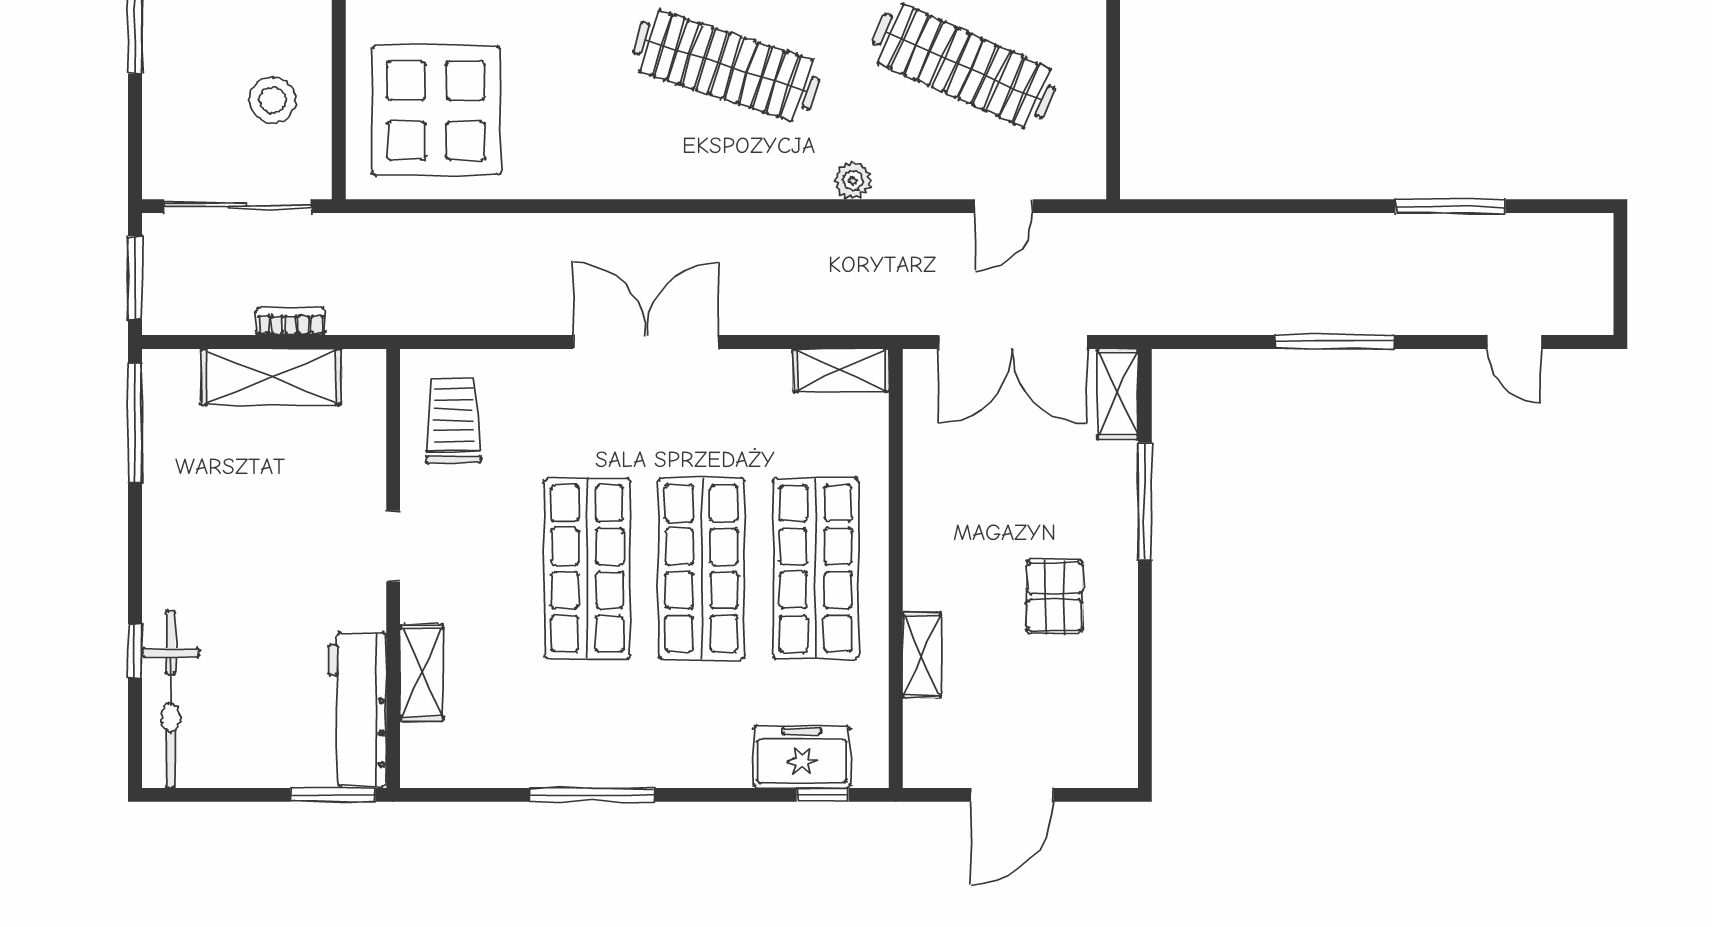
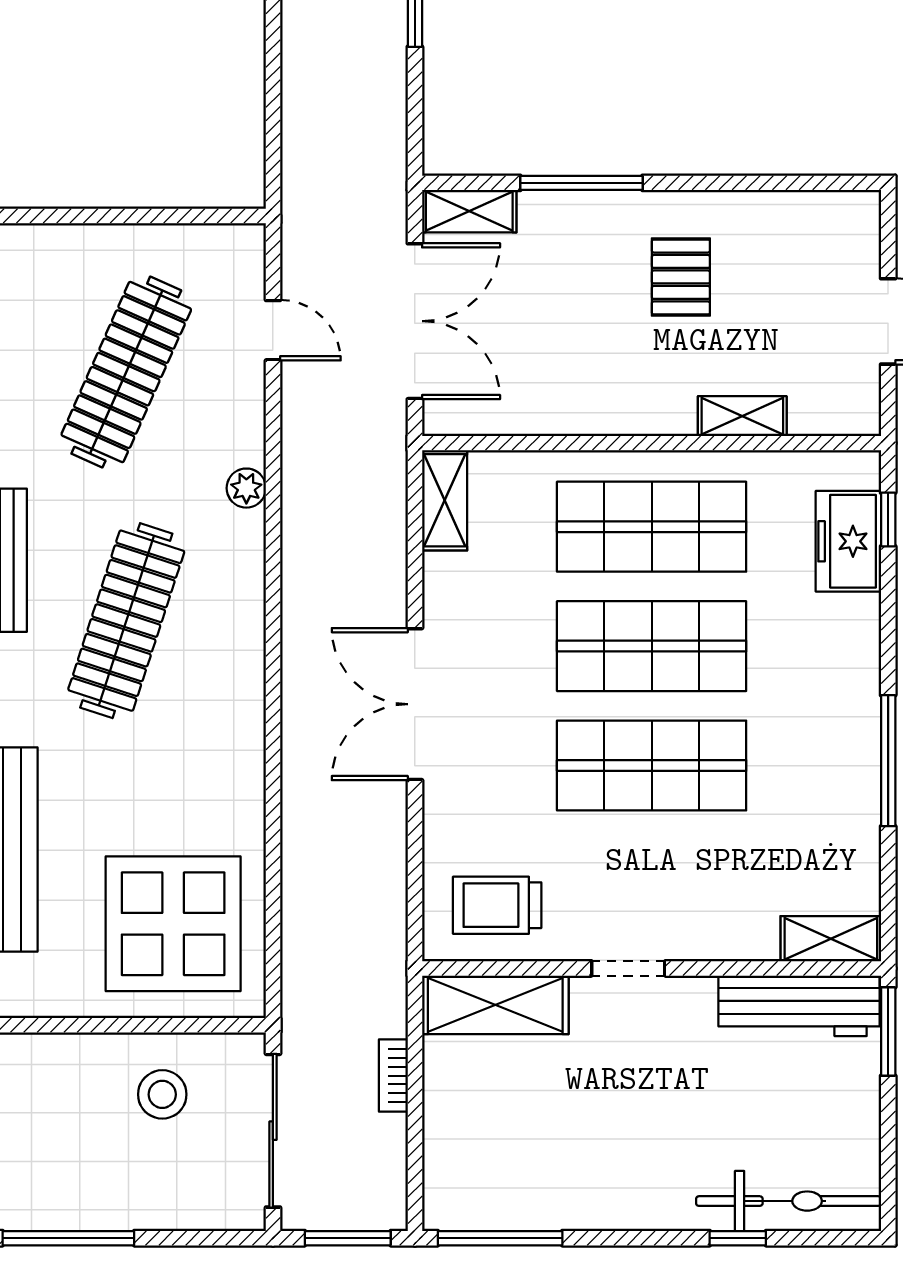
shelving: (271, 377) -> (495, 1005), moved, turned 90
pallet: (1055, 596) -> (681, 277), turned 90
shelving: (422, 673) -> (831, 939), moved

